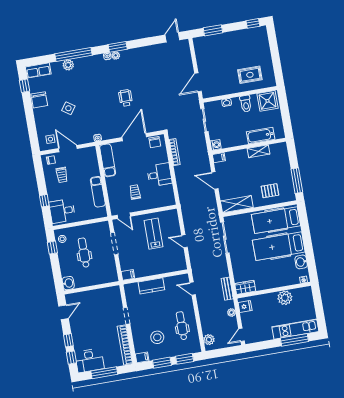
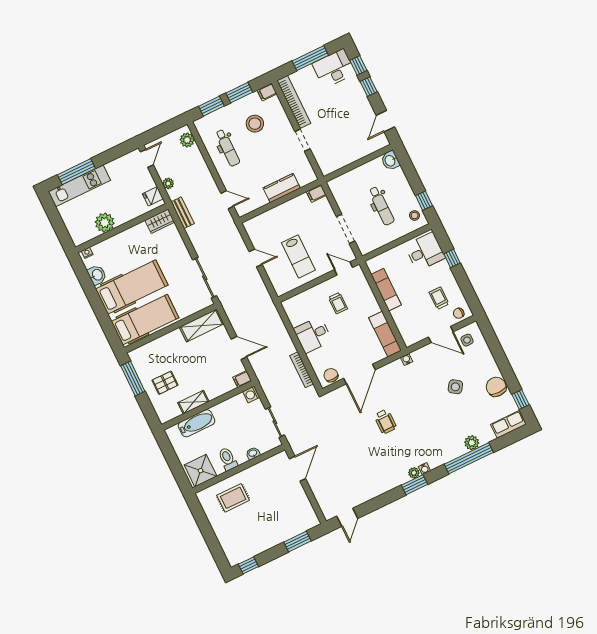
pallet: (270, 191) -> (165, 383), moved

